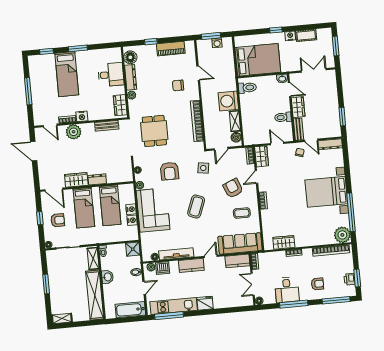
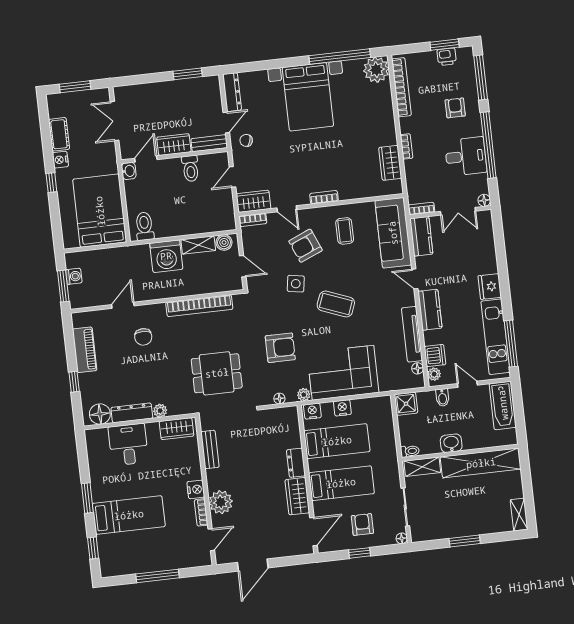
side table: (203, 168) -> (296, 284), moved
nightstand: (132, 220) -> (312, 411), moved
window: (294, 304) -> (488, 145), width x1.46

